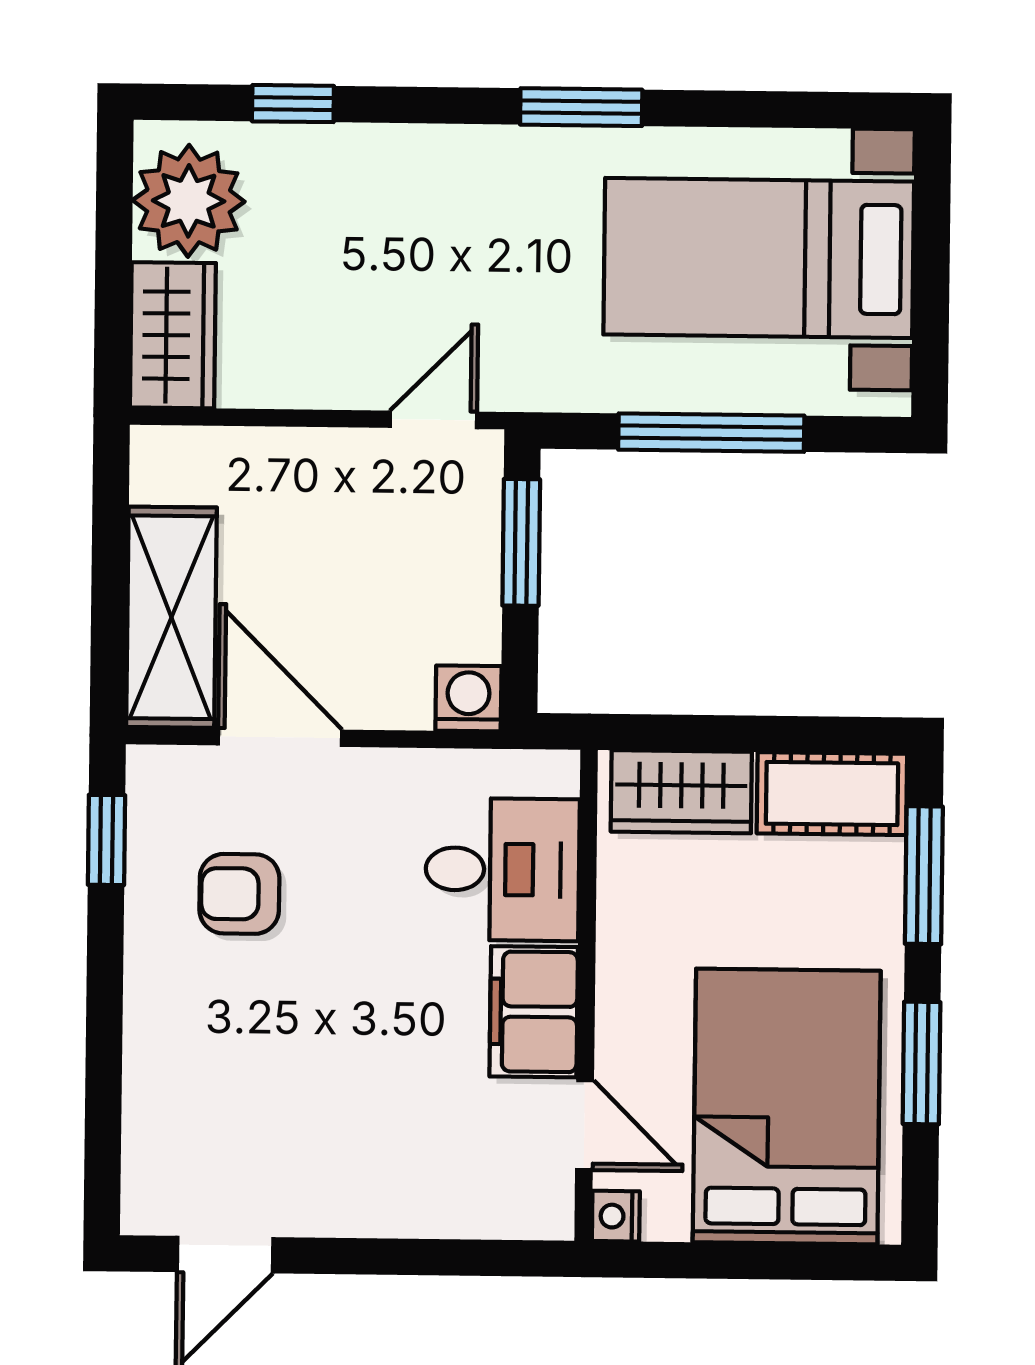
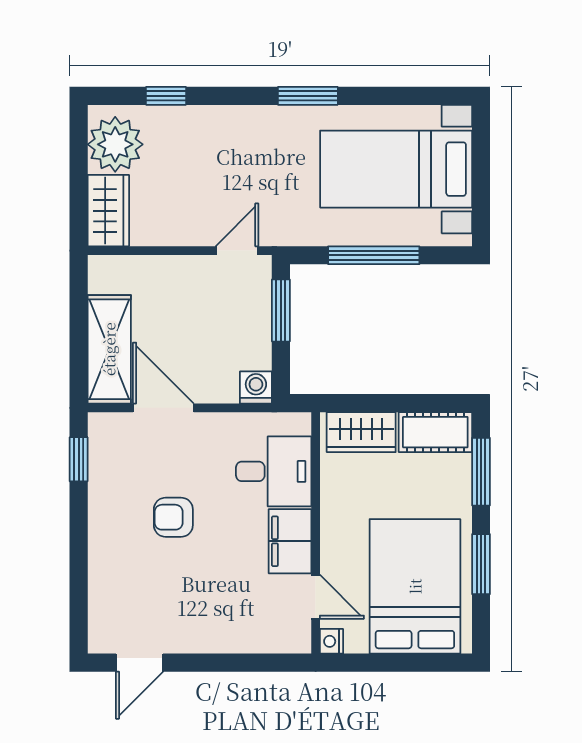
armchair: (239, 894) -> (173, 517), moved

